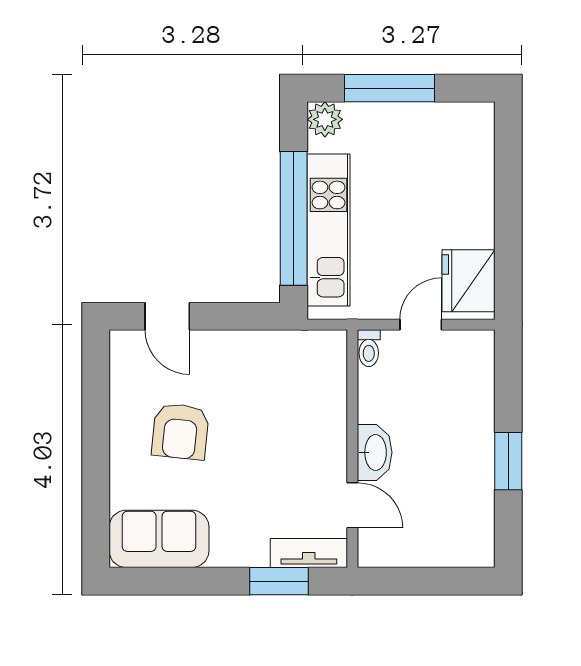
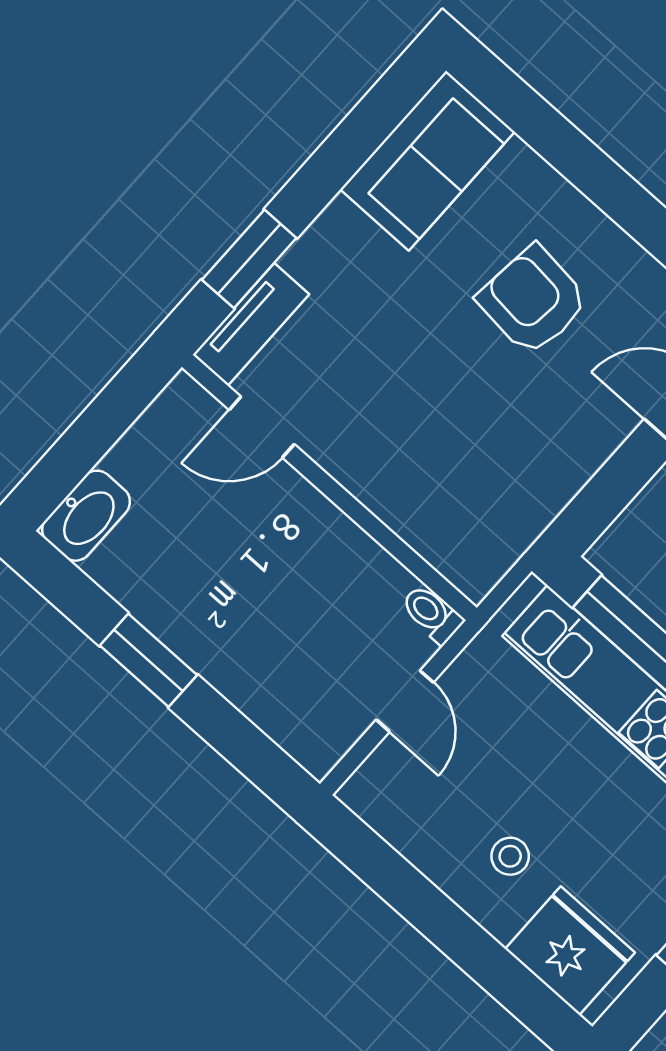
stool: (449, 211) -> (510, 856), added
fridge: (468, 281) -> (570, 951), moved
washbasin: (375, 452) -> (86, 516), moved, turned -90

